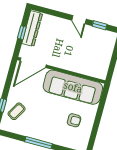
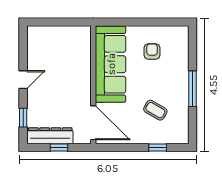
window: (100, 25) -> (23, 118), moved
coffee table: (17, 111) -> (155, 110), moved

